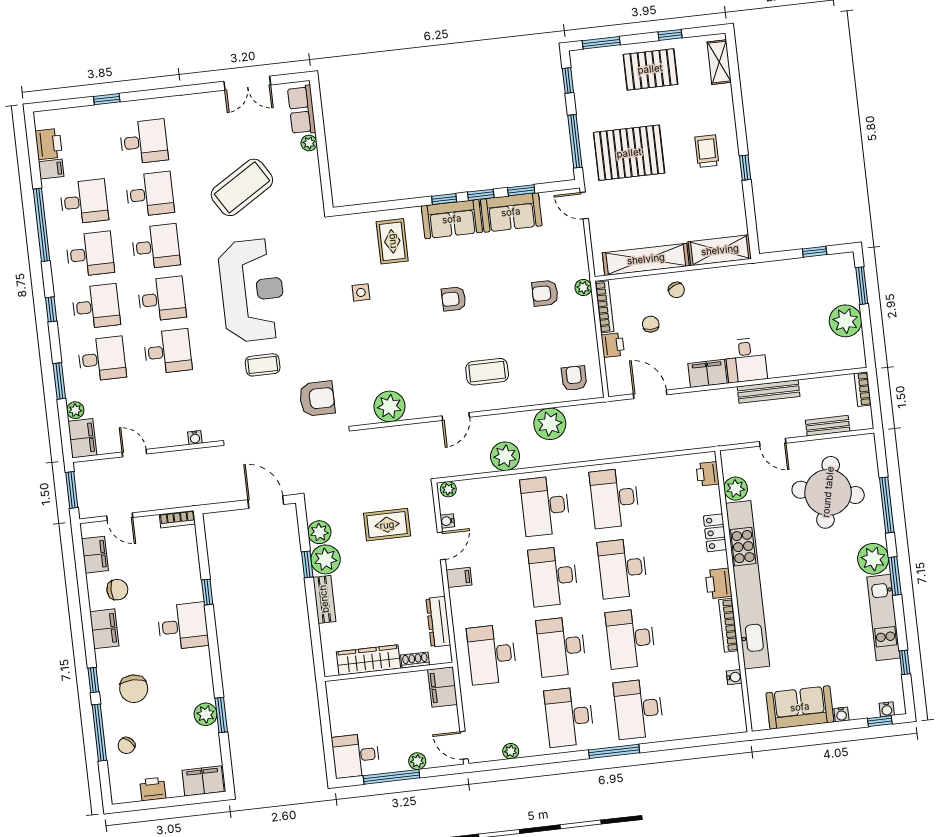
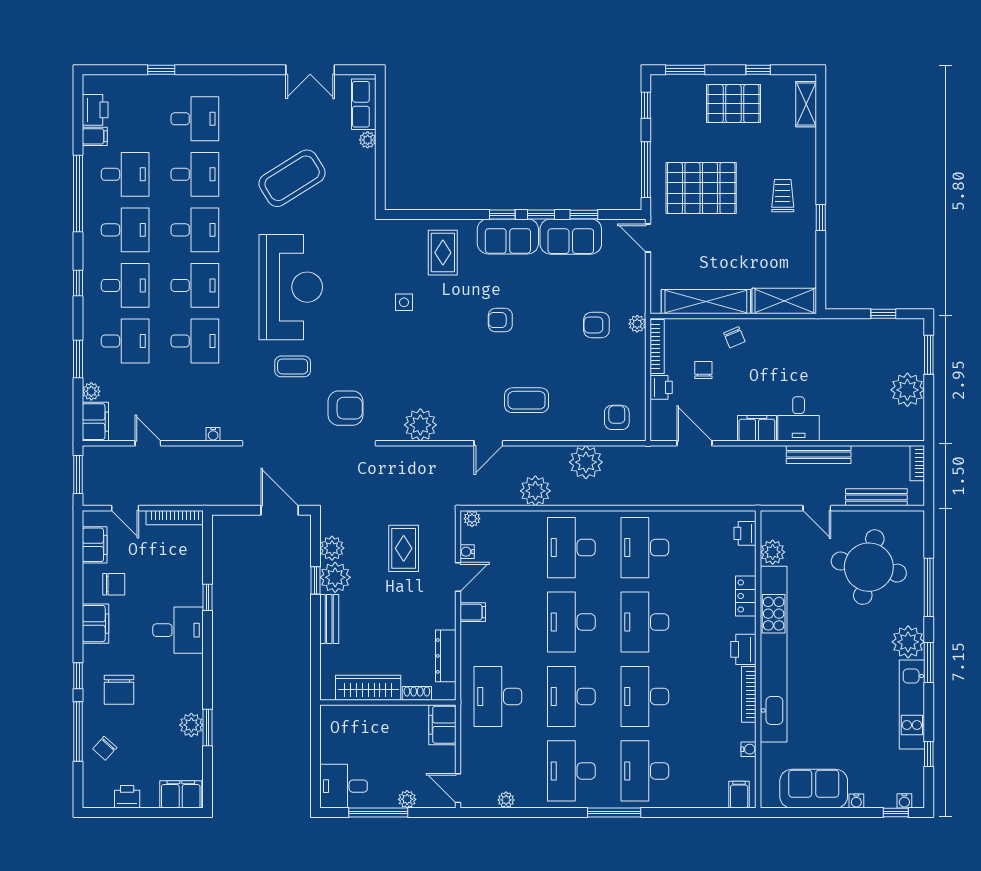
bench: (828, 426) -> (876, 497), width x1.36
bookcase: (177, 519) -> (175, 518), width x1.56
rug: (387, 525) -> (404, 548), turned 90
filing cabinet: (730, 721) -> (739, 795), added

